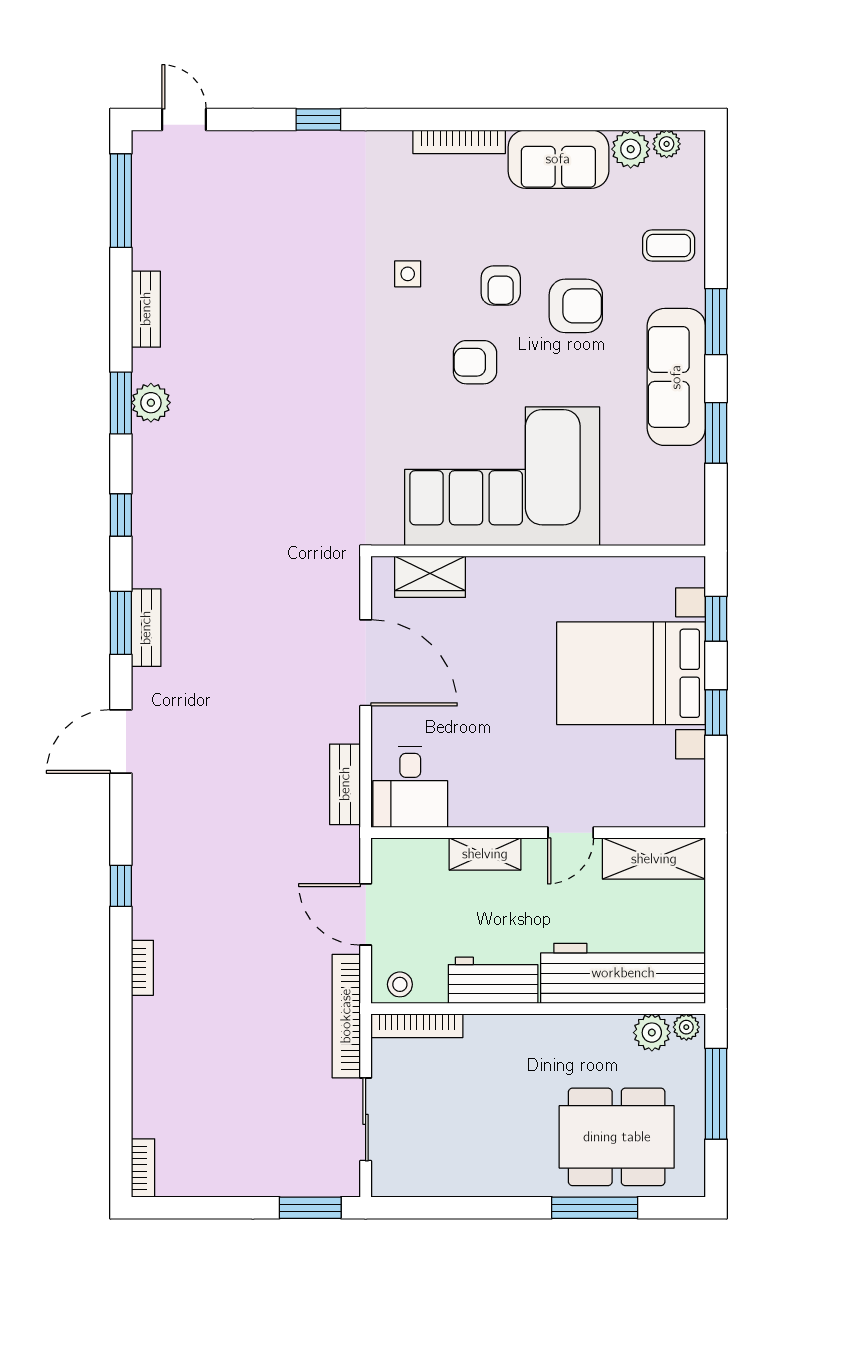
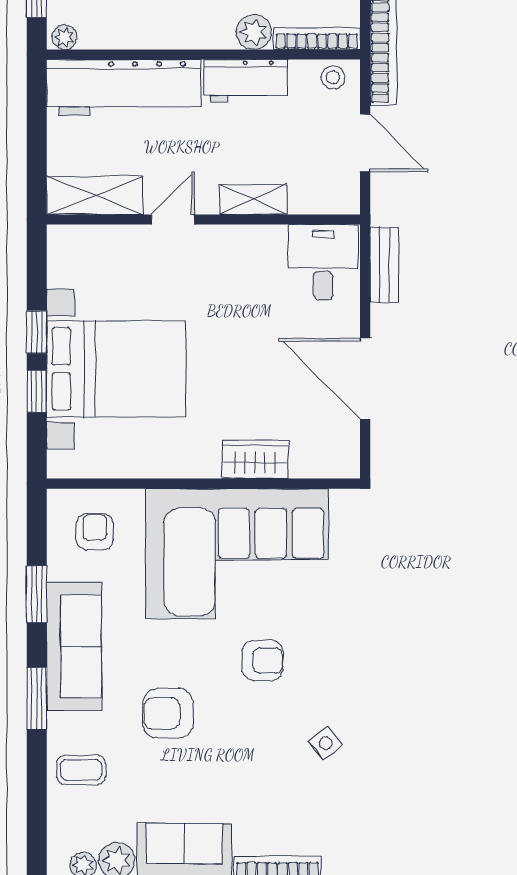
side table: (408, 274) -> (326, 743), turned -37
armchair: (501, 286) -> (95, 532), moved
wardrobe: (430, 577) -> (255, 459), moved
window: (716, 619) -> (37, 391), moved
plant: (652, 1033) -> (254, 32), moved

